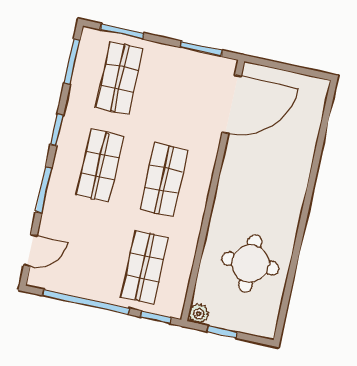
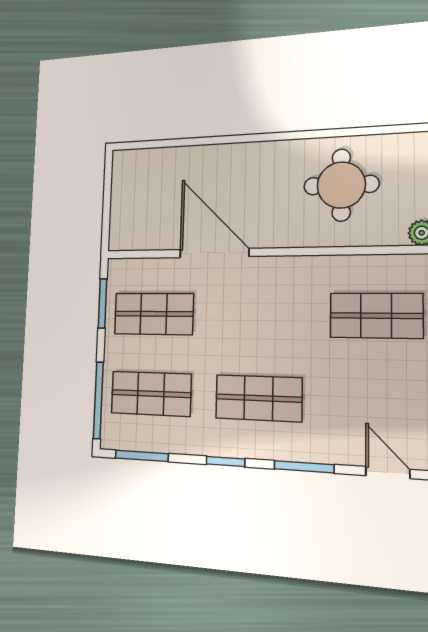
window: (122, 31) -> (98, 400), width x1.44
door: (232, 104) -> (214, 253), moved
shop shelf: (164, 180) -> (154, 314), moved

